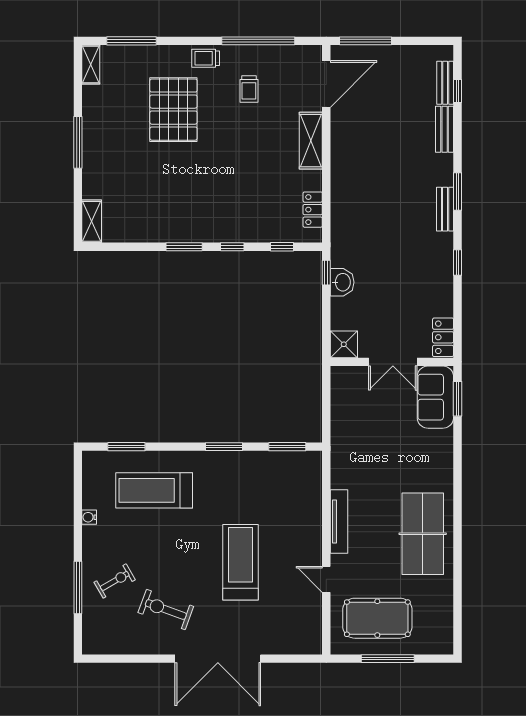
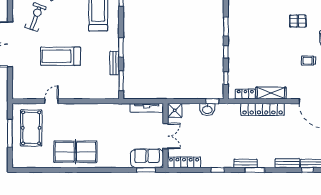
pallet: (173, 110) -> (298, 21), width x0.49, depth x0.50
shelving: (311, 141) -> (271, 93), moved
locker: (342, 177) -> (263, 109), added
locker: (443, 337) -> (184, 162), width x1.53
double door: (393, 362) -> (166, 136), swing flipped
bench: (253, 459) -> (114, 63), added
tv unit: (339, 522) -> (147, 108), moved
treadmill: (241, 562) -> (60, 56), turned 180

